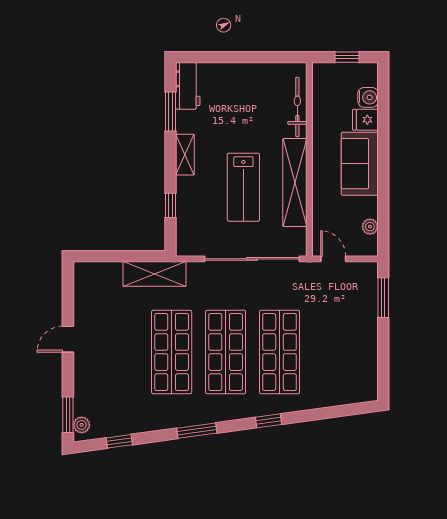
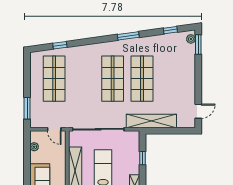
shelving: (155, 274) -> (151, 121), width x1.47
door: (68, 339) -> (198, 111), moved
shop shelf: (280, 352) -> (54, 79), moved
window: (269, 421) -> (60, 45), moved

